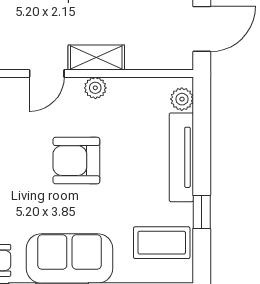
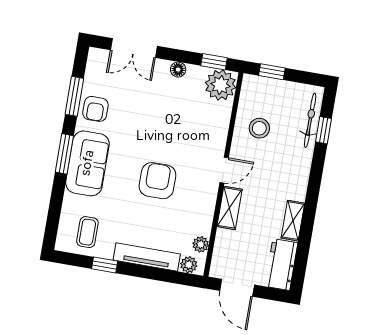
door: (47, 73) -> (224, 170), swing flipped
plant: (95, 88) -> (201, 244), moved
coffee table: (162, 243) -> (87, 232), width x0.73, depth x0.77

